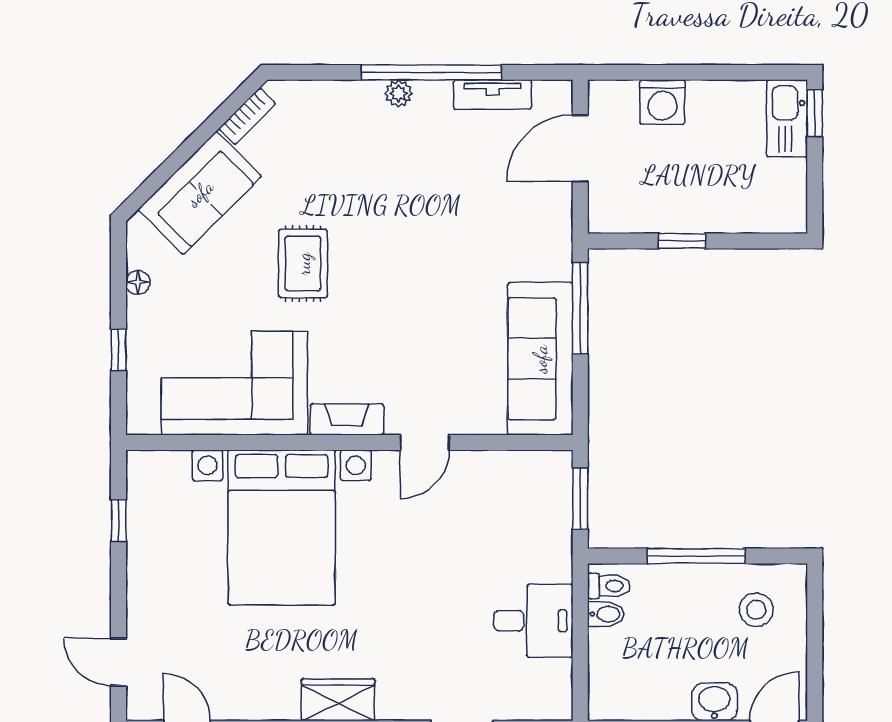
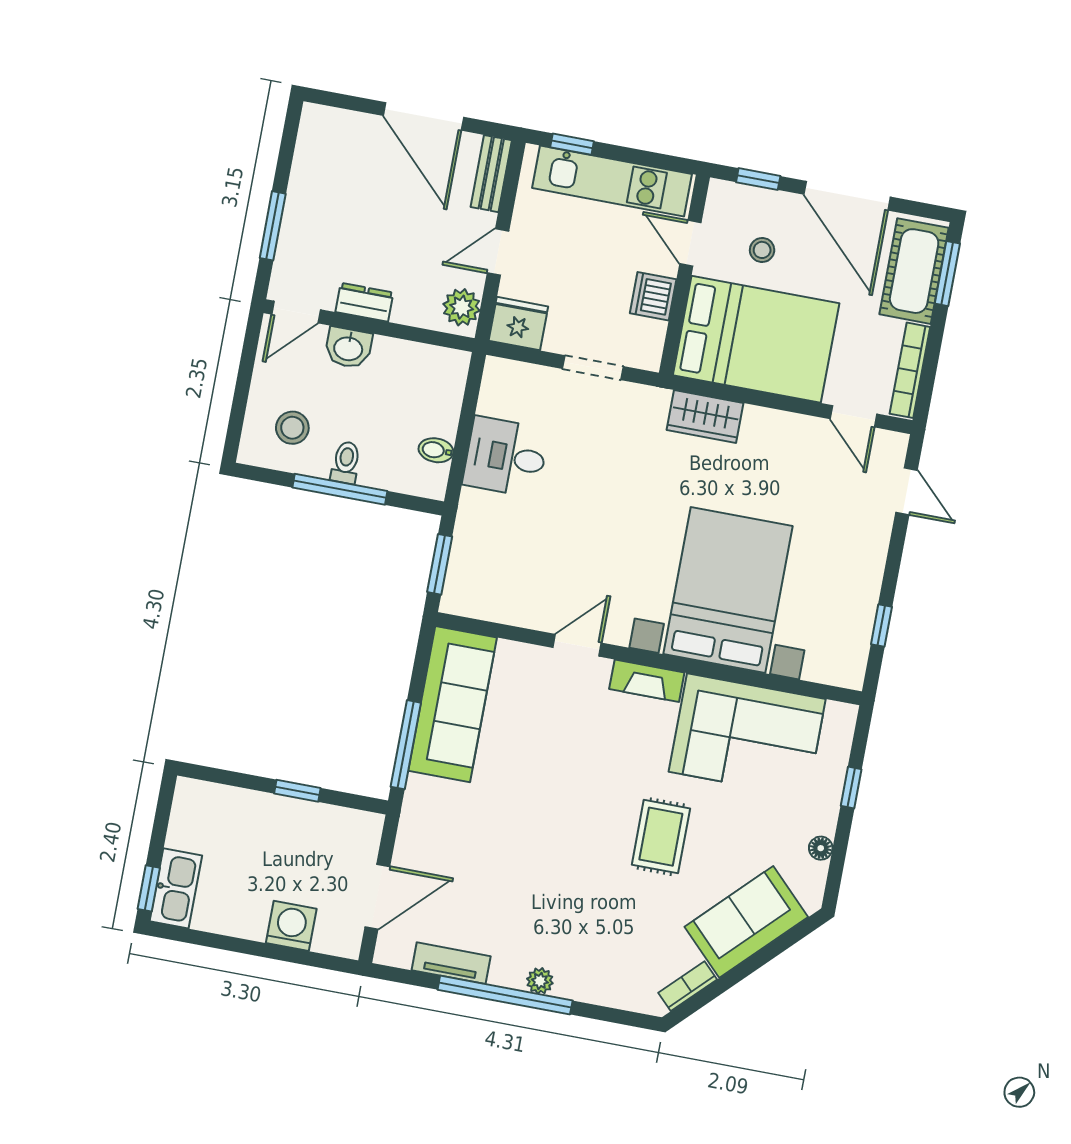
toilet: (609, 586) -> (346, 462), moved, turned 90

